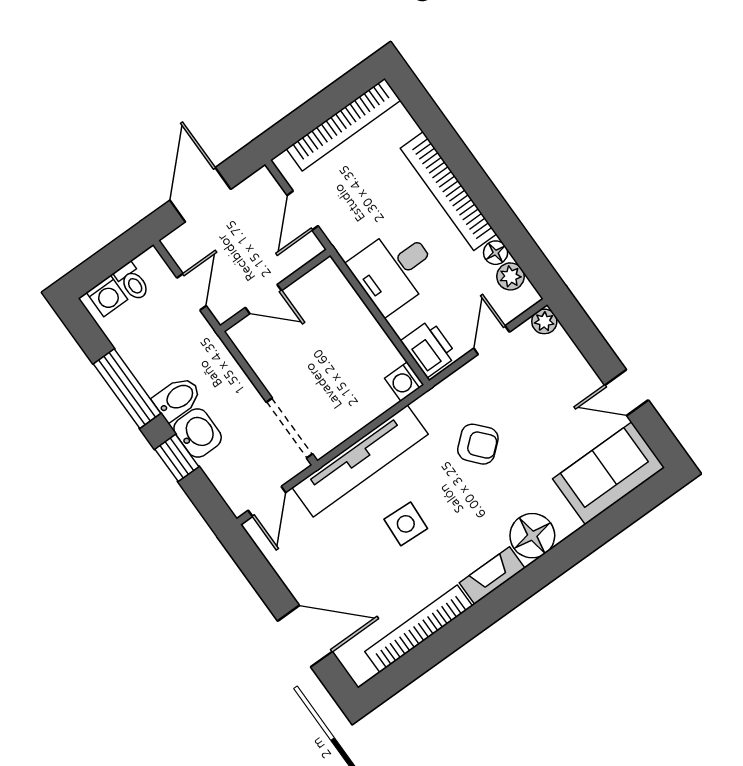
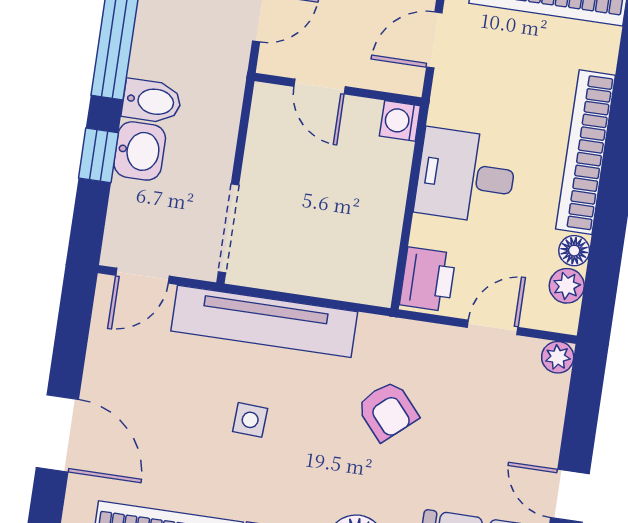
washing machine: (404, 382) -> (400, 121), moved
side table: (406, 524) -> (250, 420), width x0.73, depth x0.73

